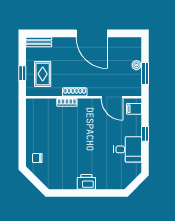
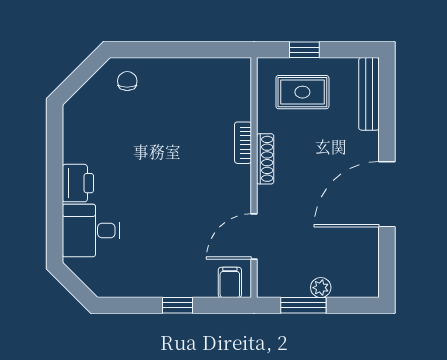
bench: (39, 42) -> (369, 94), width x1.36
desk: (128, 149) -> (91, 231), moved, turned 90

